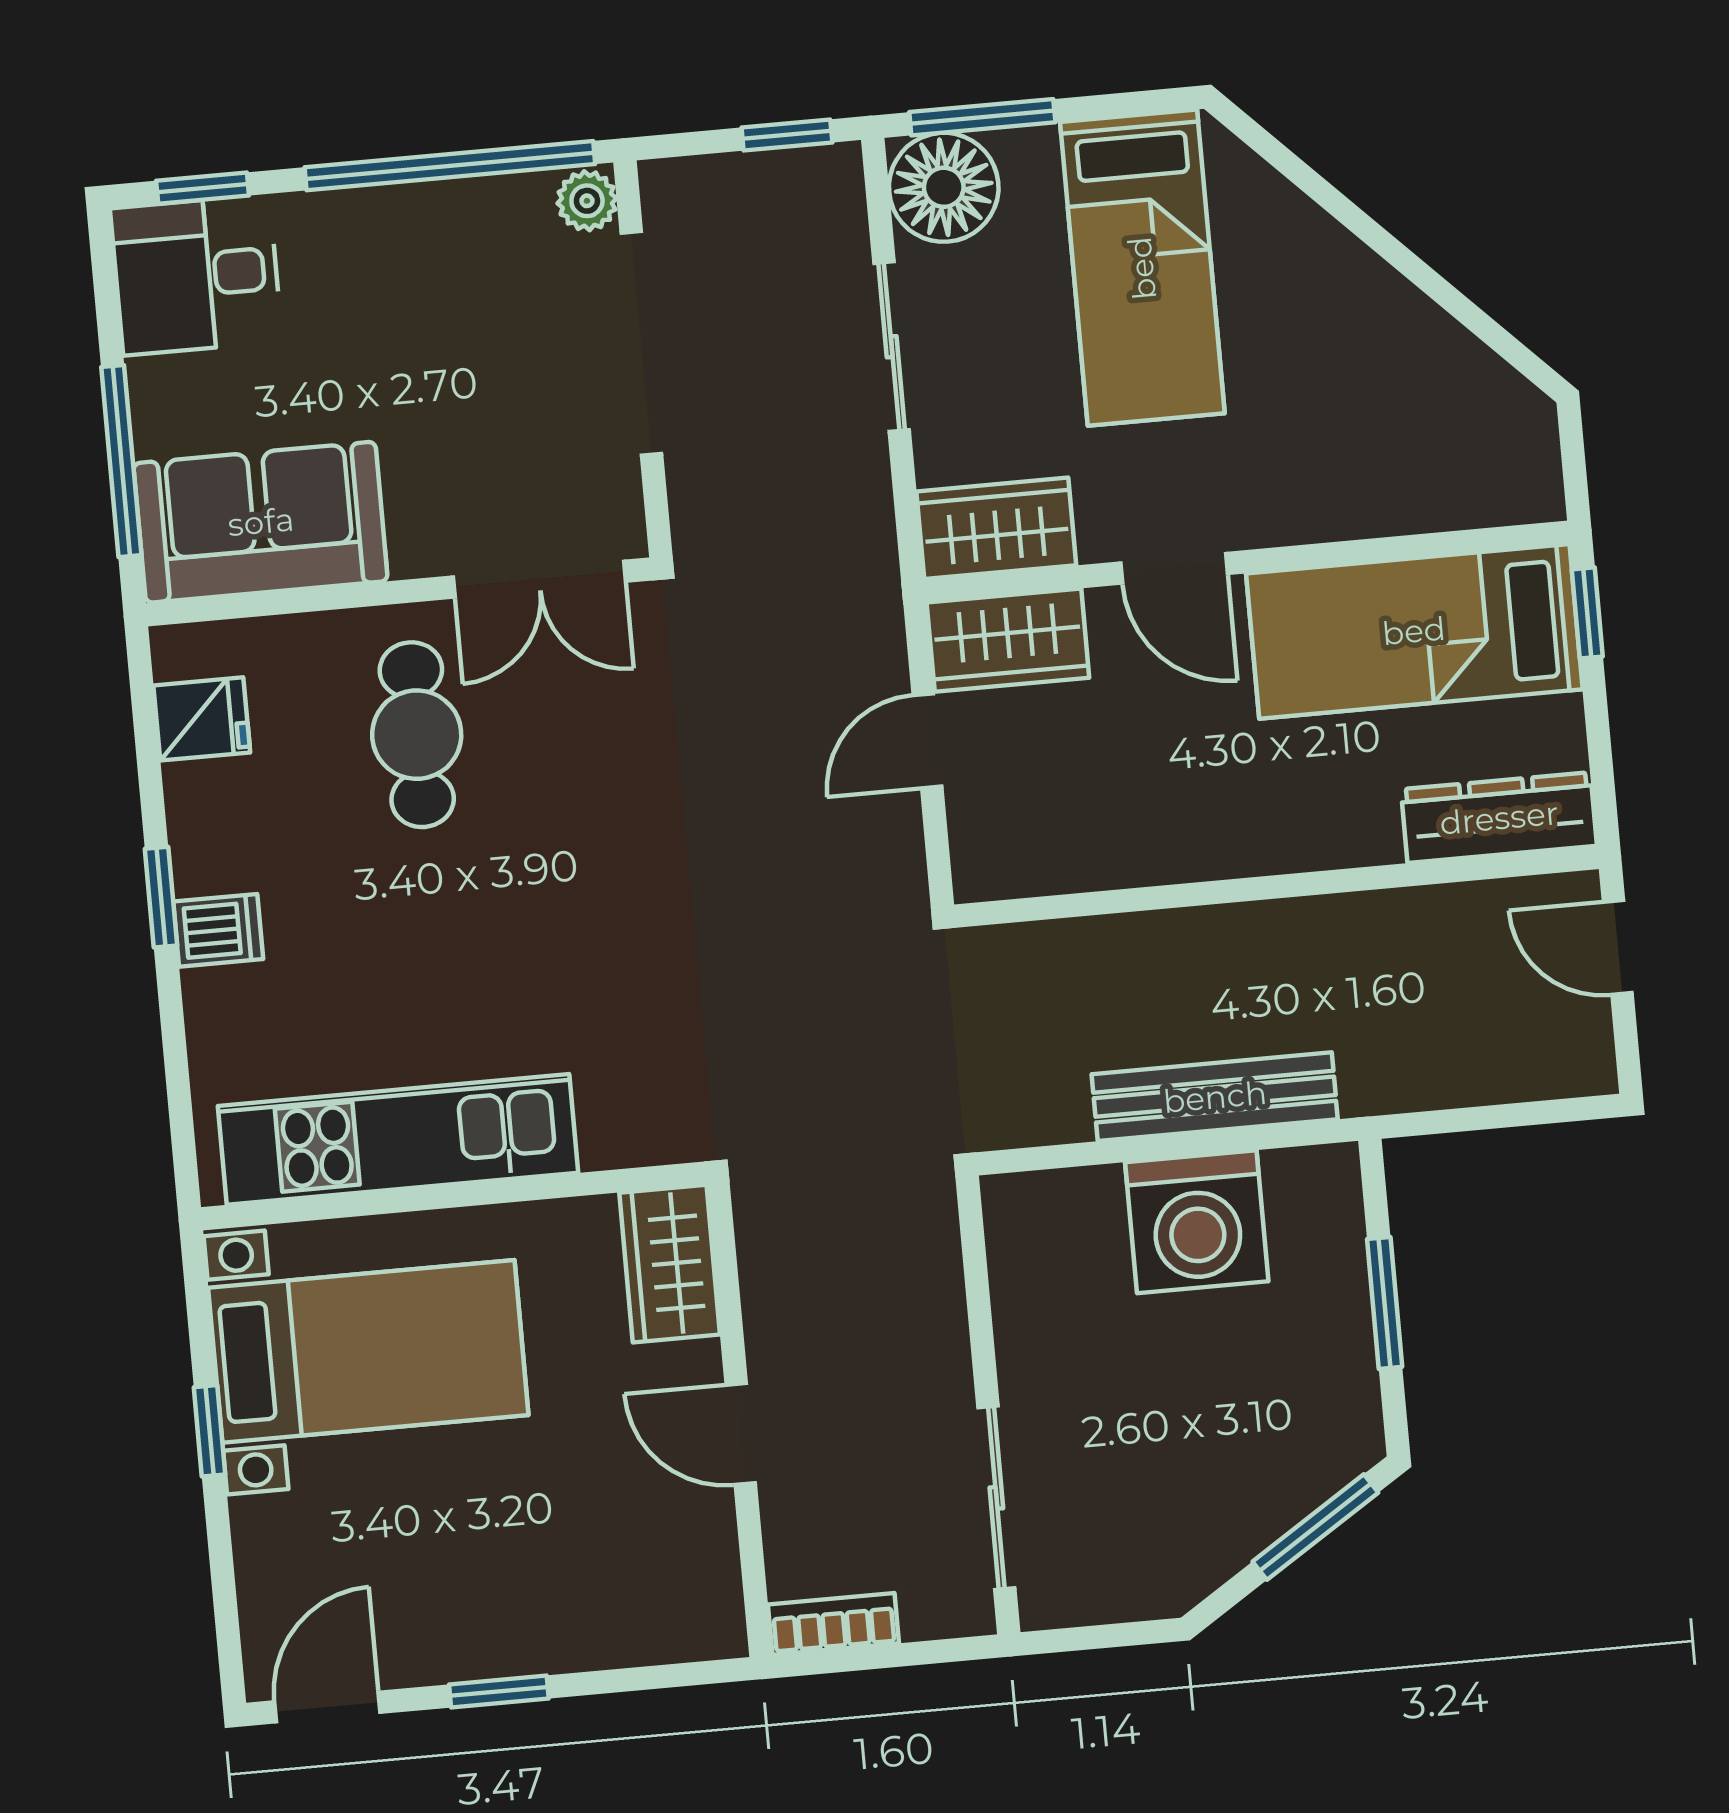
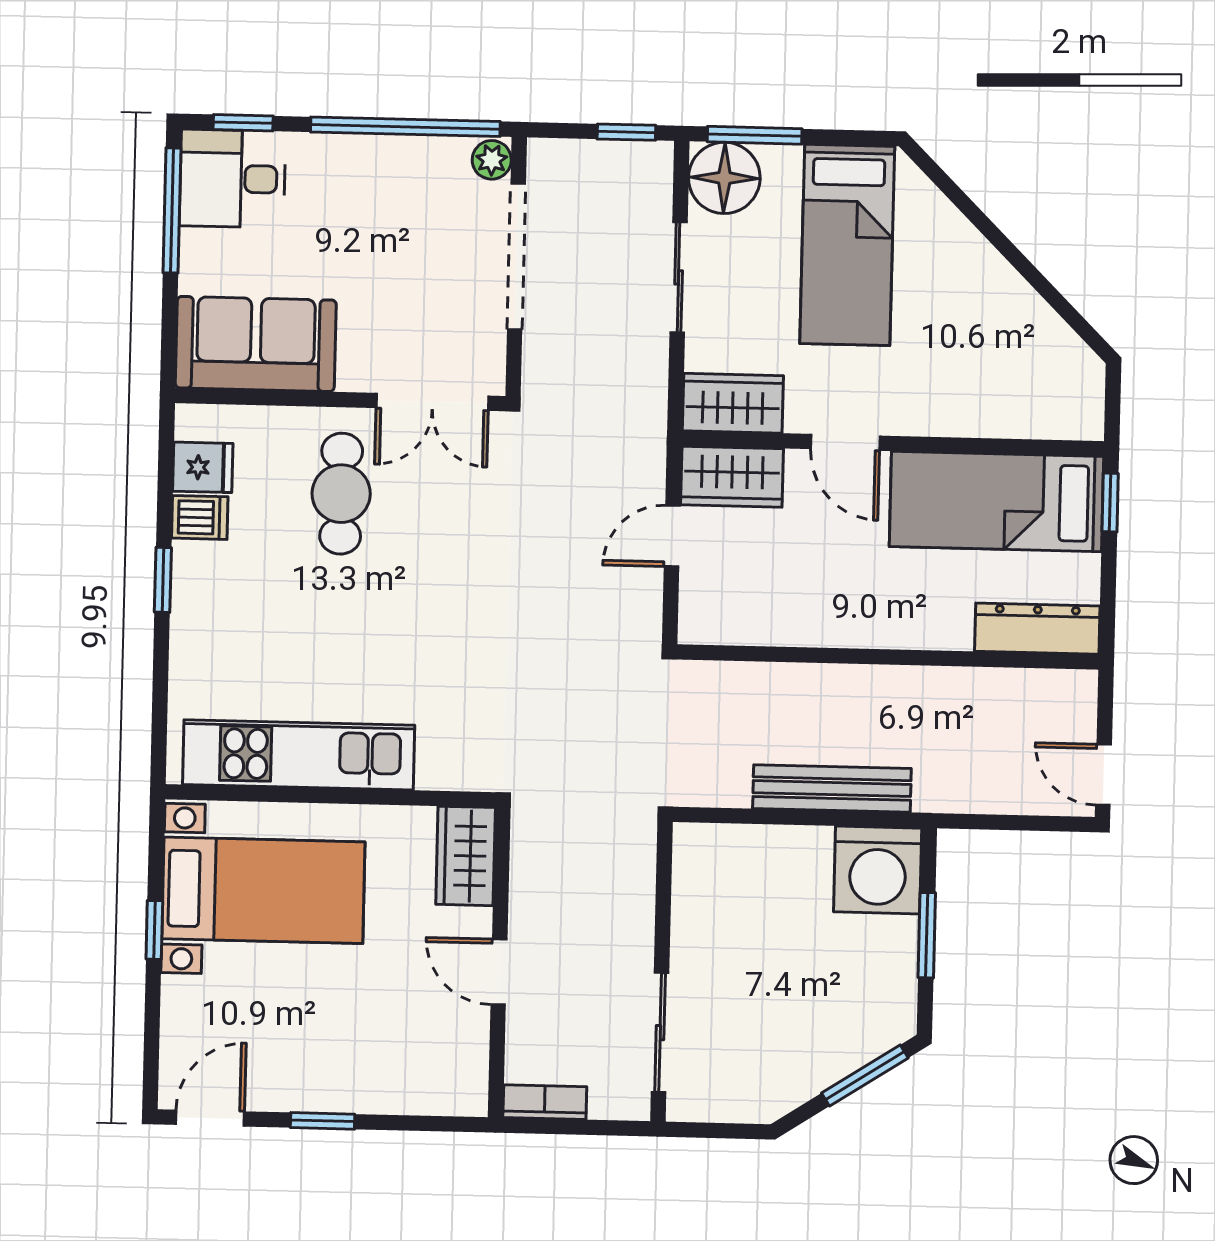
window: (121, 461) -> (172, 210), moved
dishwasher: (218, 930) -> (200, 517), moved
door: (1618, 948) -> (1103, 775), moved
washing machine: (1197, 1222) -> (878, 870), moved

